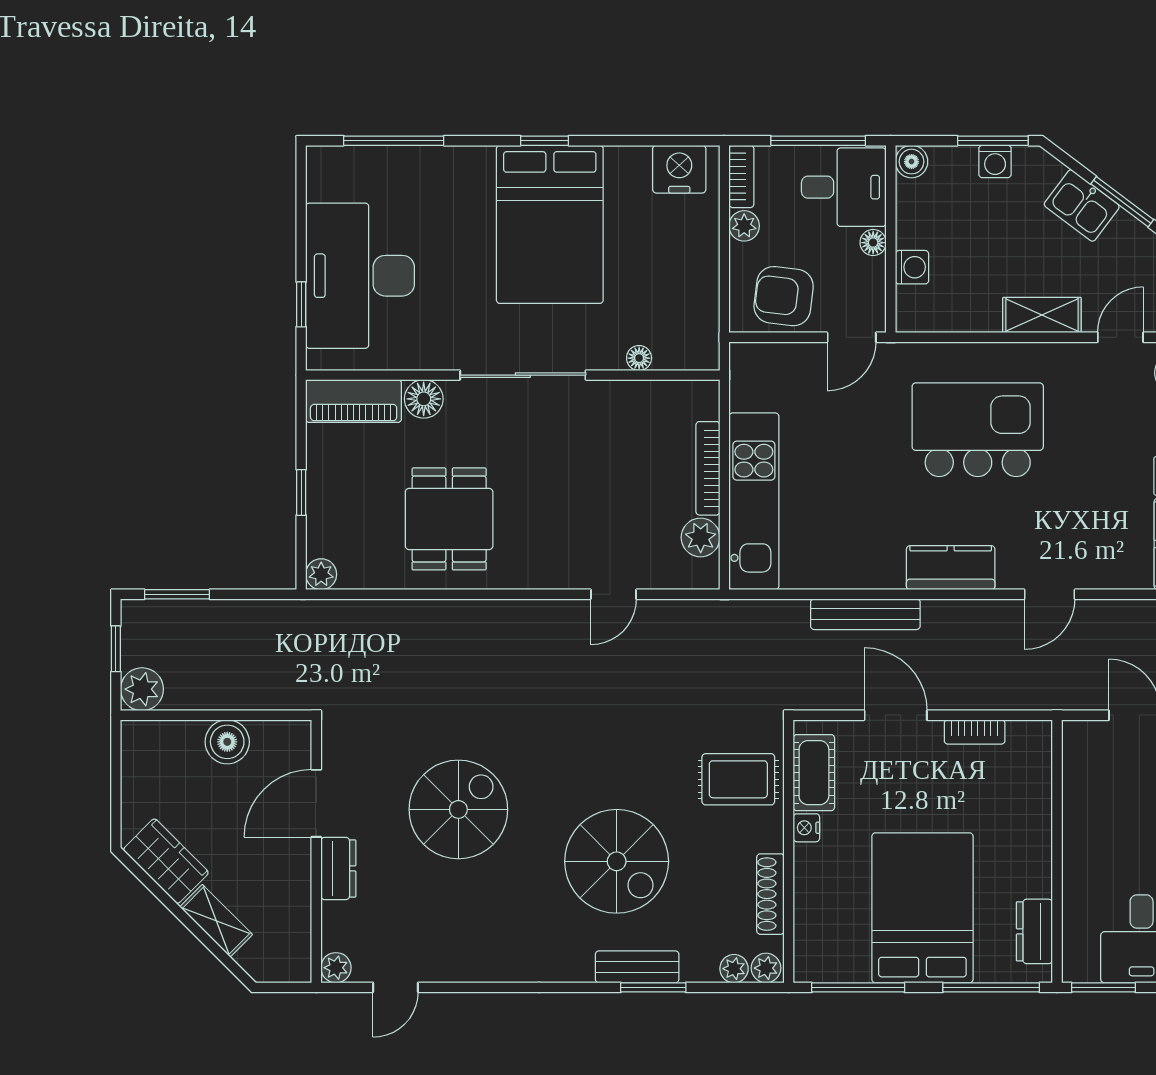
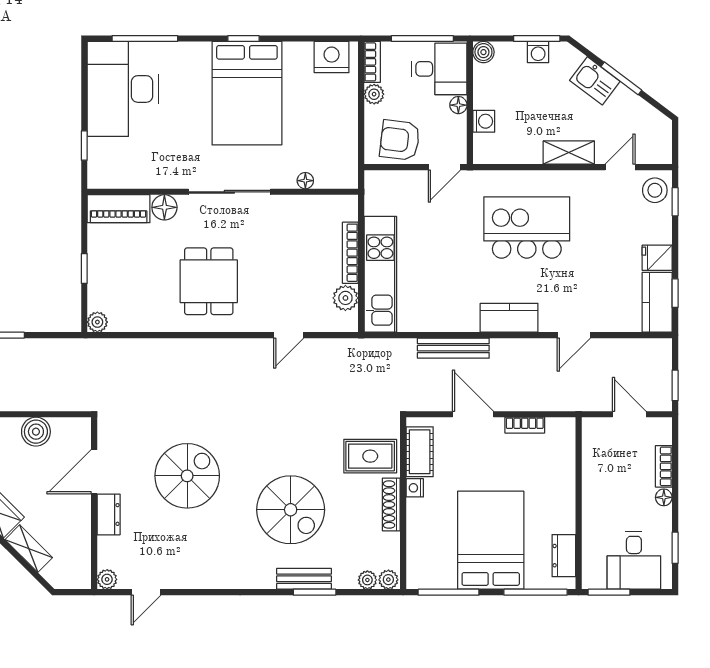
desk: (360, 276) -> (123, 89), moved
dining table: (449, 519) -> (209, 281), moved
shoe rack: (770, 894) -> (391, 505), moved

